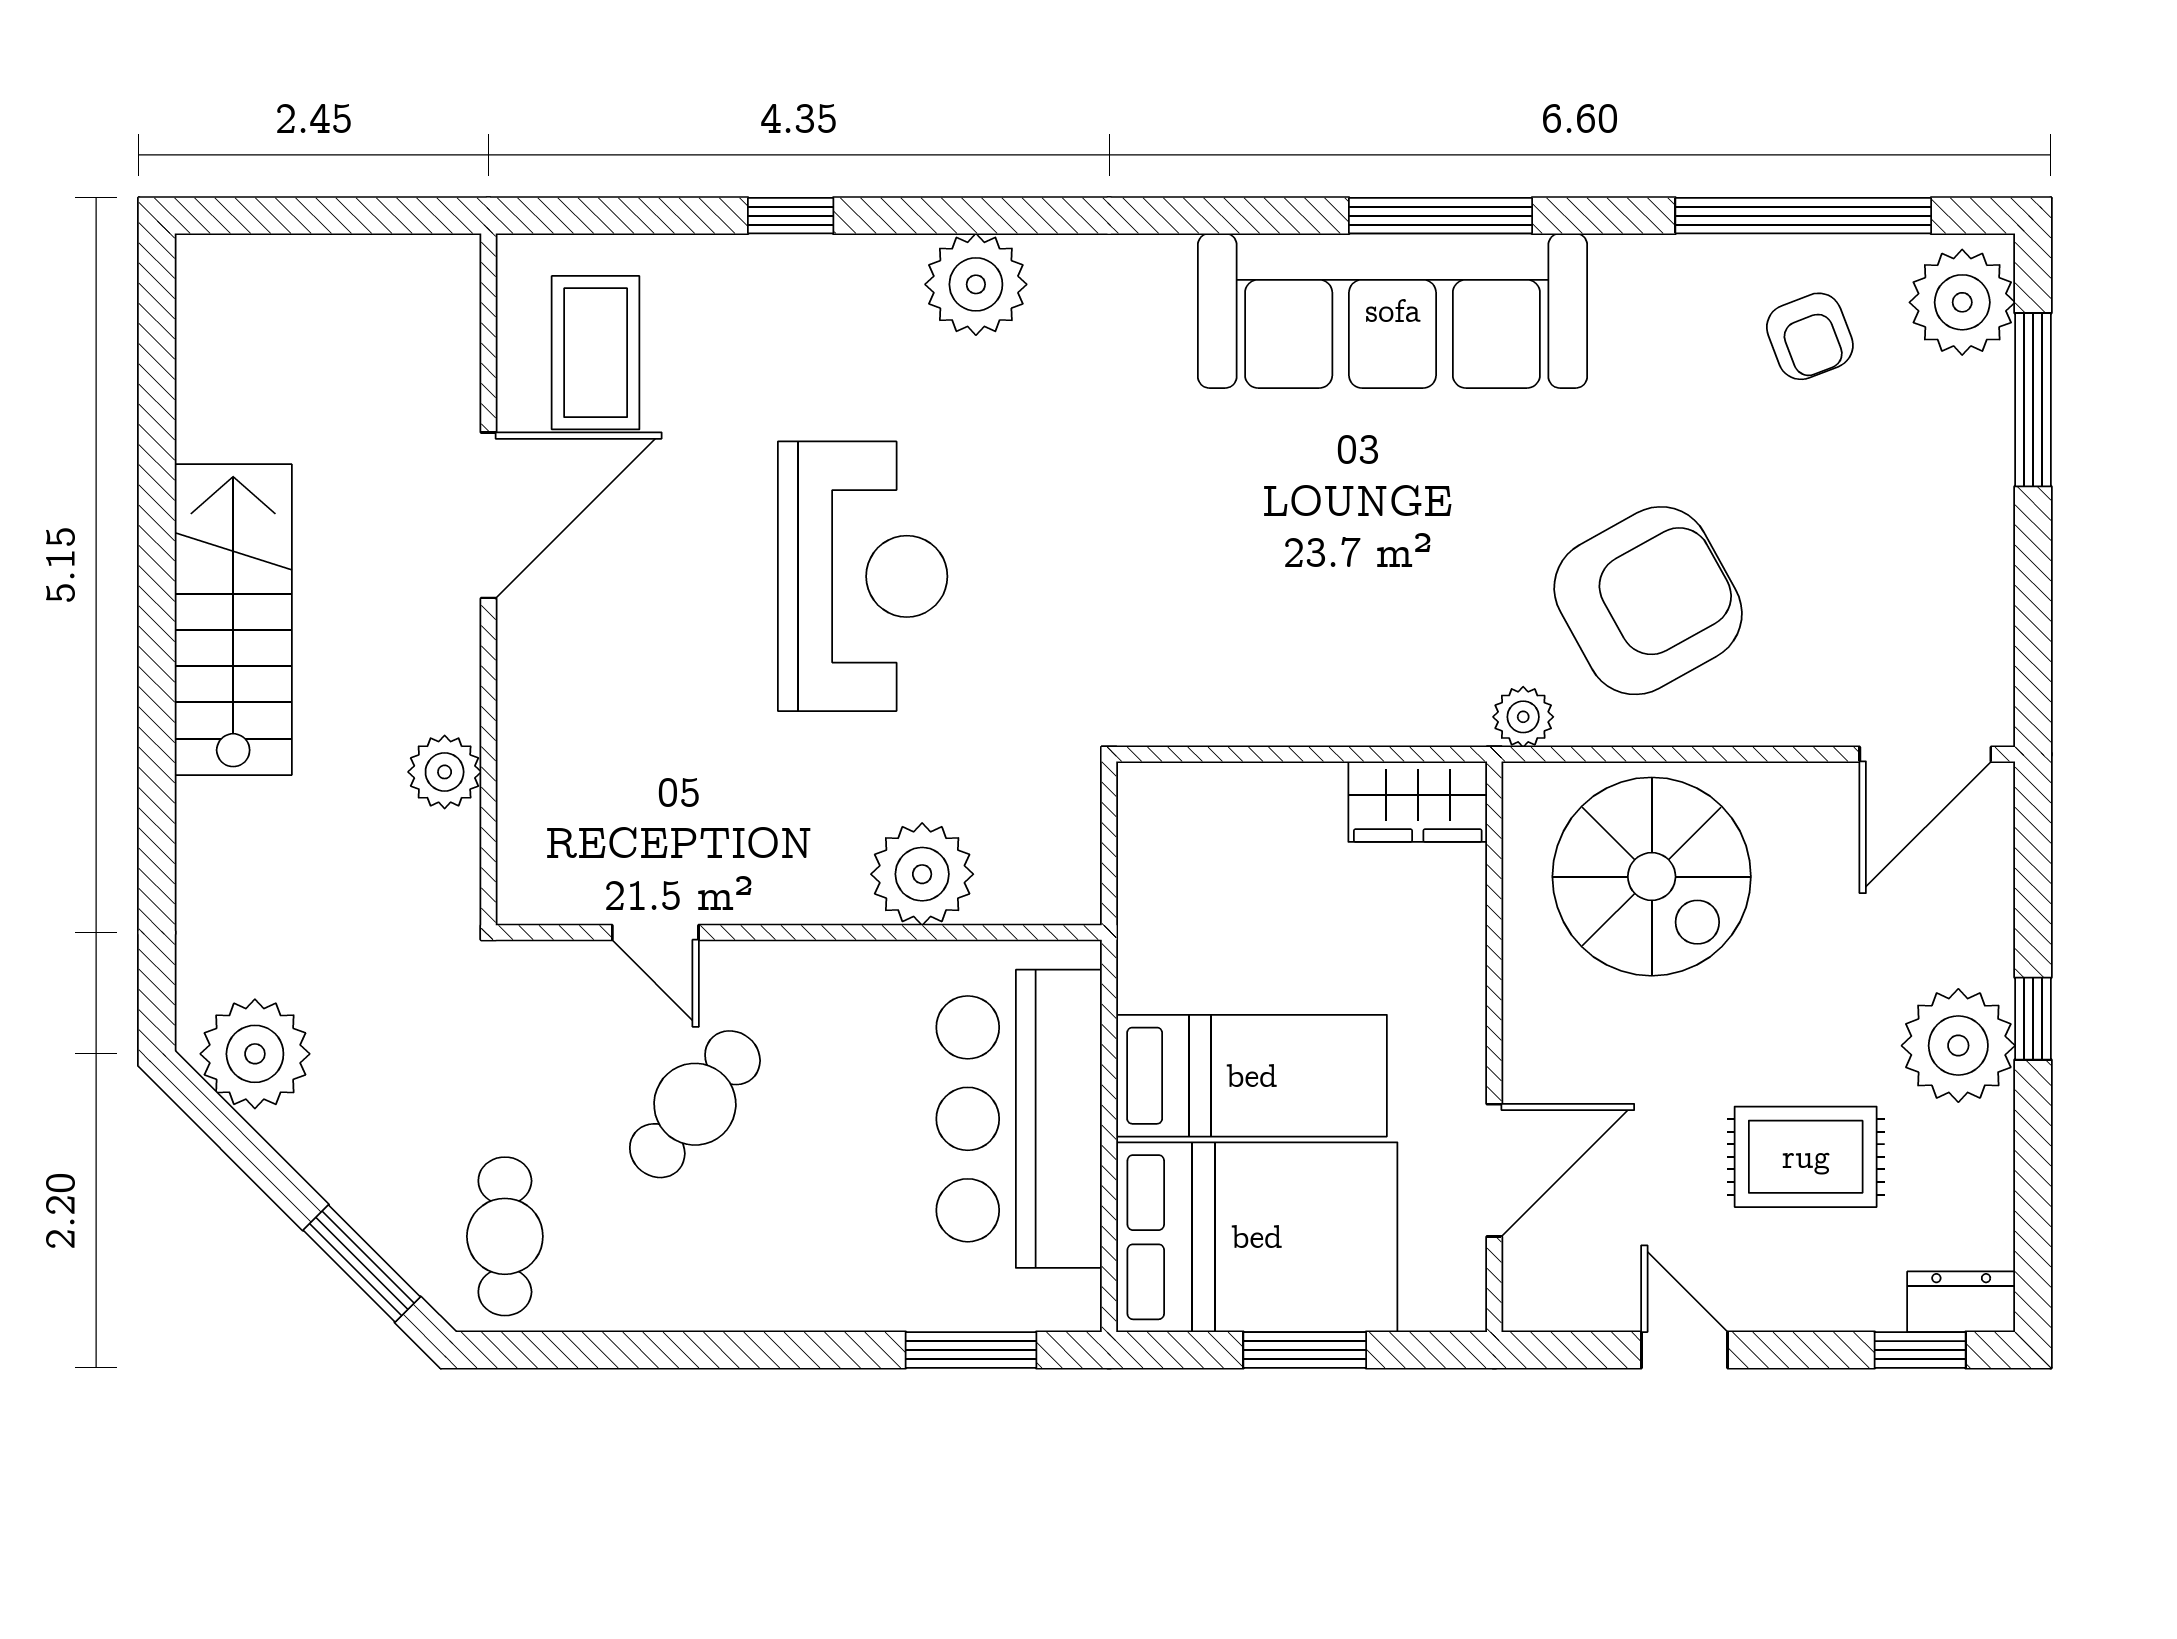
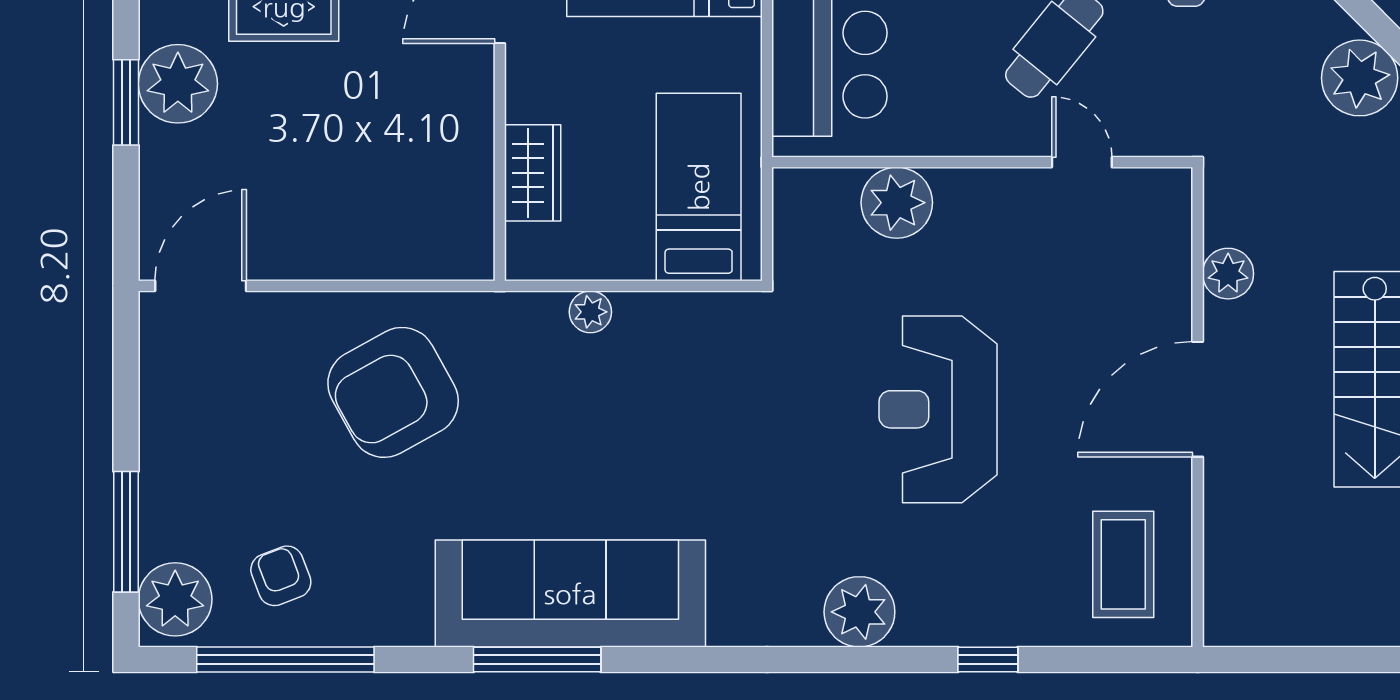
door: (488, 515) -> (1198, 399), moved
plant: (1523, 717) -> (590, 312), moved
wardrobe: (1418, 802) -> (533, 173), moved, turned 90
spiral stairs: (1652, 877) -> (391, 201), removed
window: (2033, 1019) -> (126, 102), width x1.50
bed: (1252, 1076) -> (699, 187), moved, turned 90

